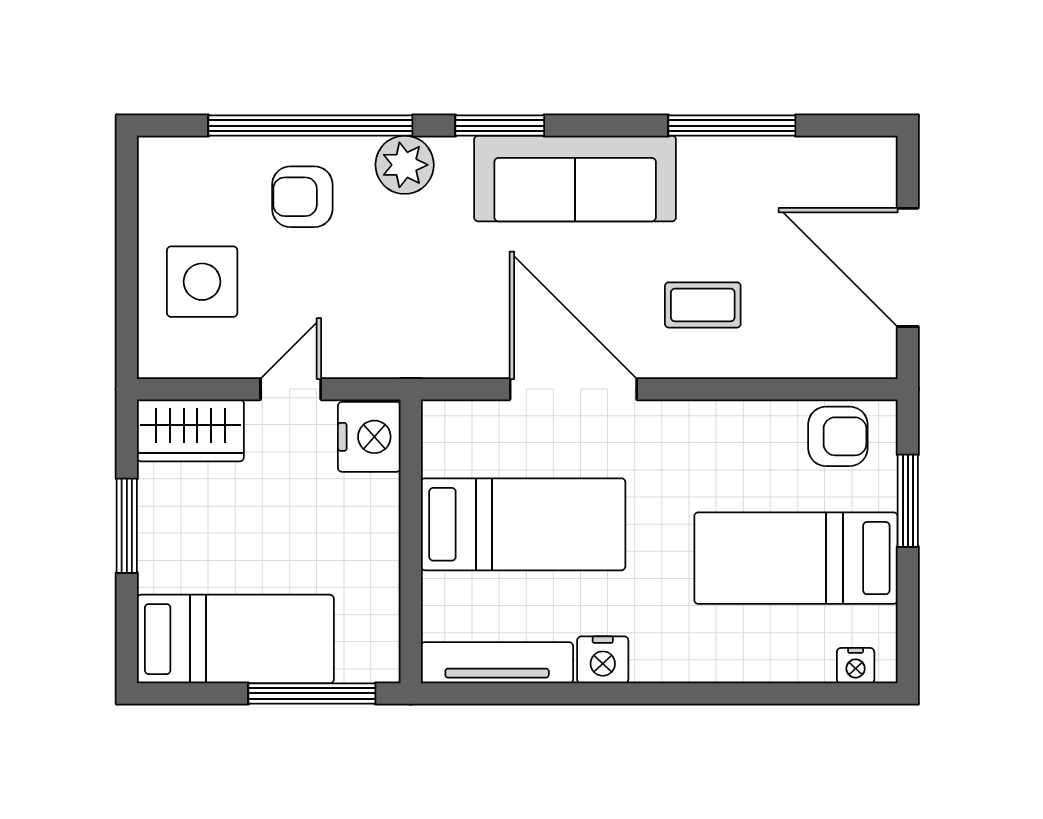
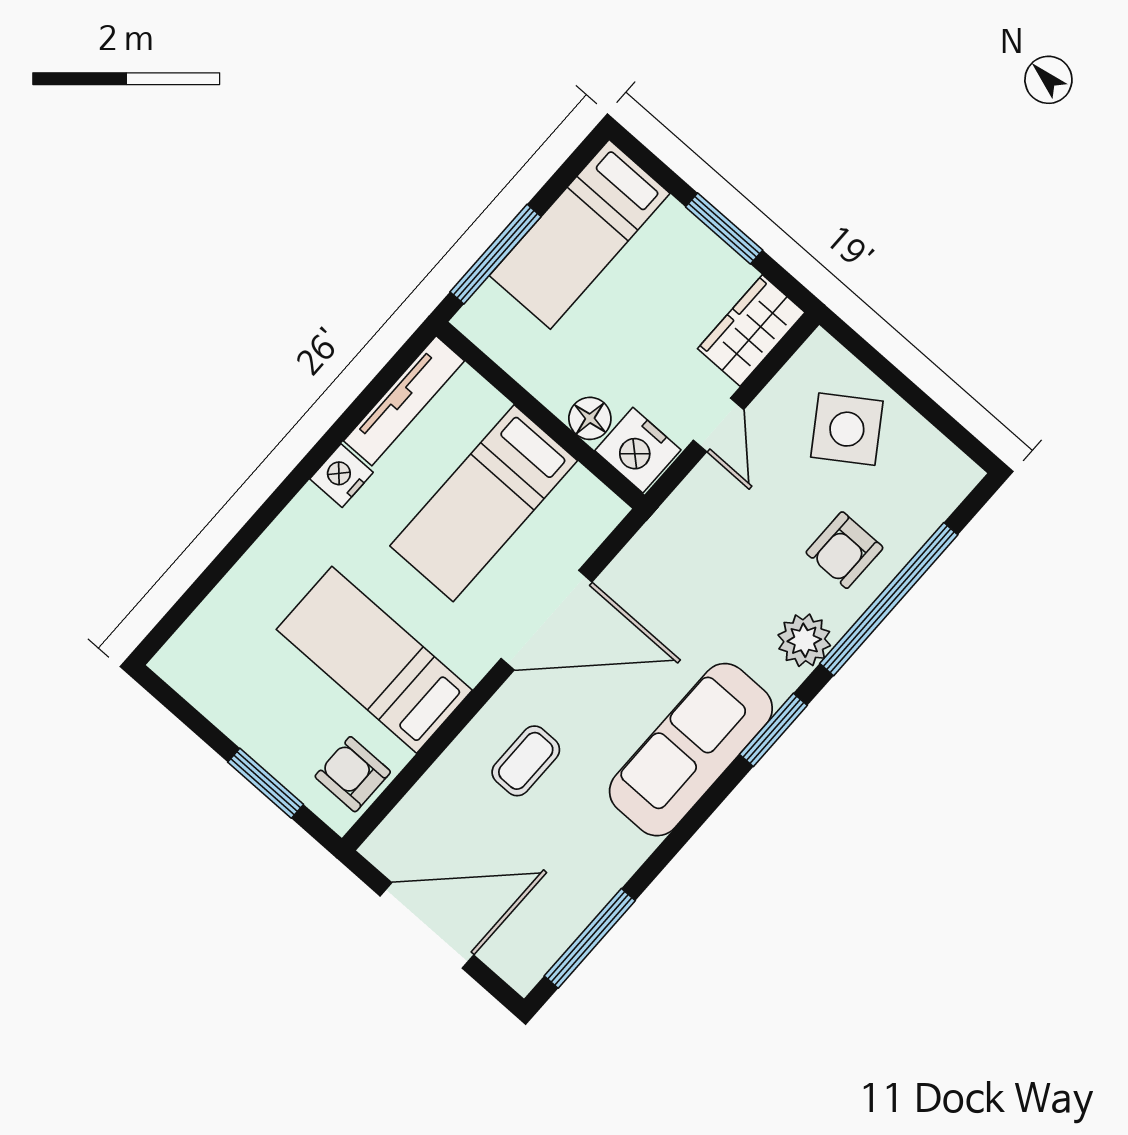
window: (732, 126) -> (590, 938), moved
armchair: (302, 197) -> (844, 550), turned 180
side table: (202, 282) -> (847, 429), turned -34
armchair: (838, 436) -> (353, 774), turned 90
floor lamp: (378, 499) -> (590, 418), added
bed: (796, 558) -> (374, 660), moved, turned -90
nightstand: (856, 666) -> (184, 647), removed

